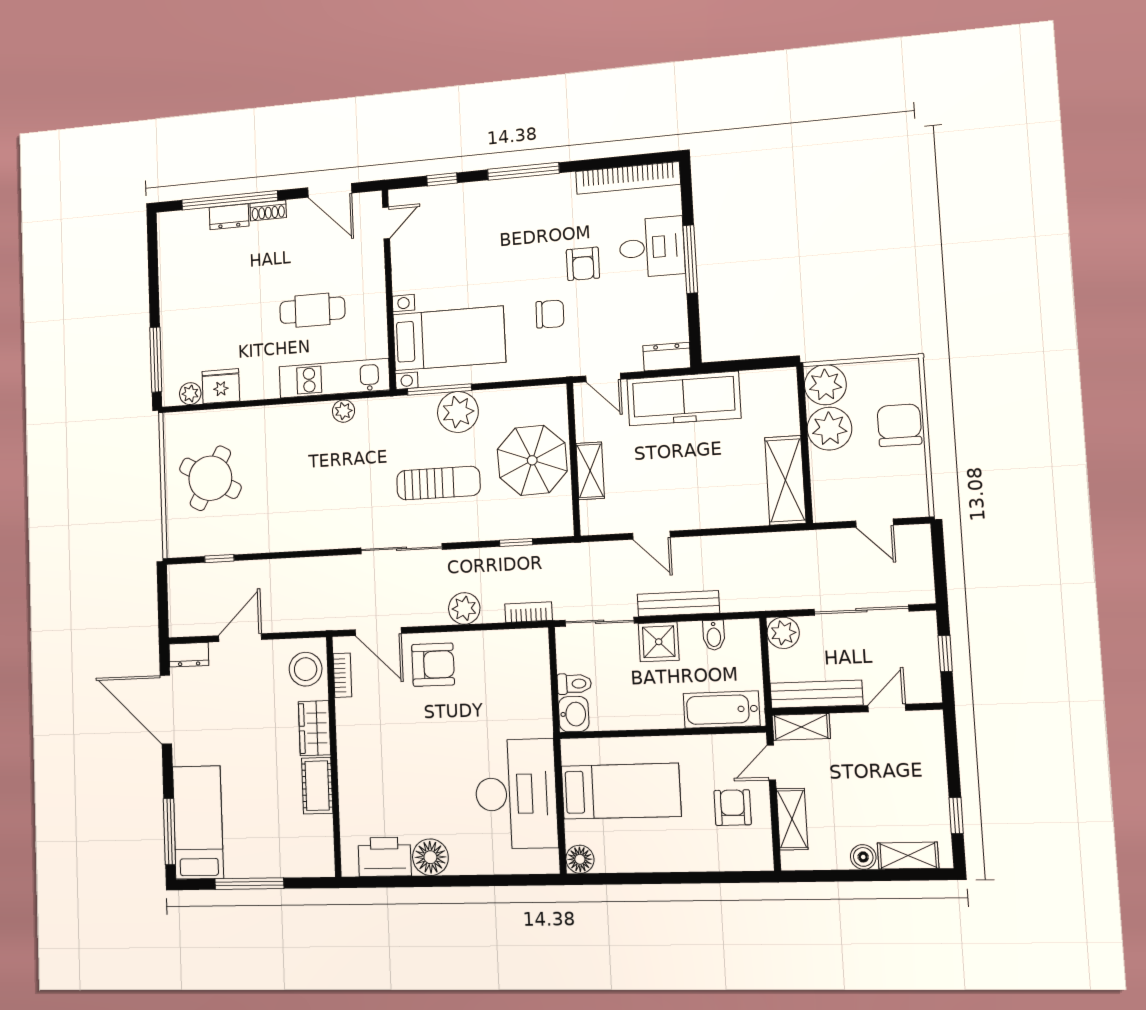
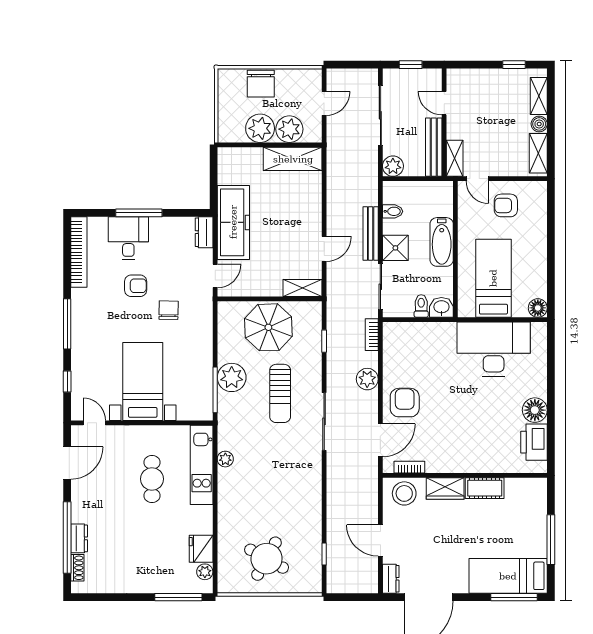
shoe rack: (268, 211) -> (77, 568), moved
bed with nightstands: (449, 338) -> (143, 381), moved
plant: (825, 385) -> (289, 129), moved
chair: (899, 425) -> (261, 84), turned -90
shelving: (590, 471) -> (303, 288), moved
sun lounger: (438, 483) -> (280, 393), turned 180
bathtub: (722, 710) -> (442, 242), moved
shelving: (792, 819) -> (538, 153), moved, turned 90

